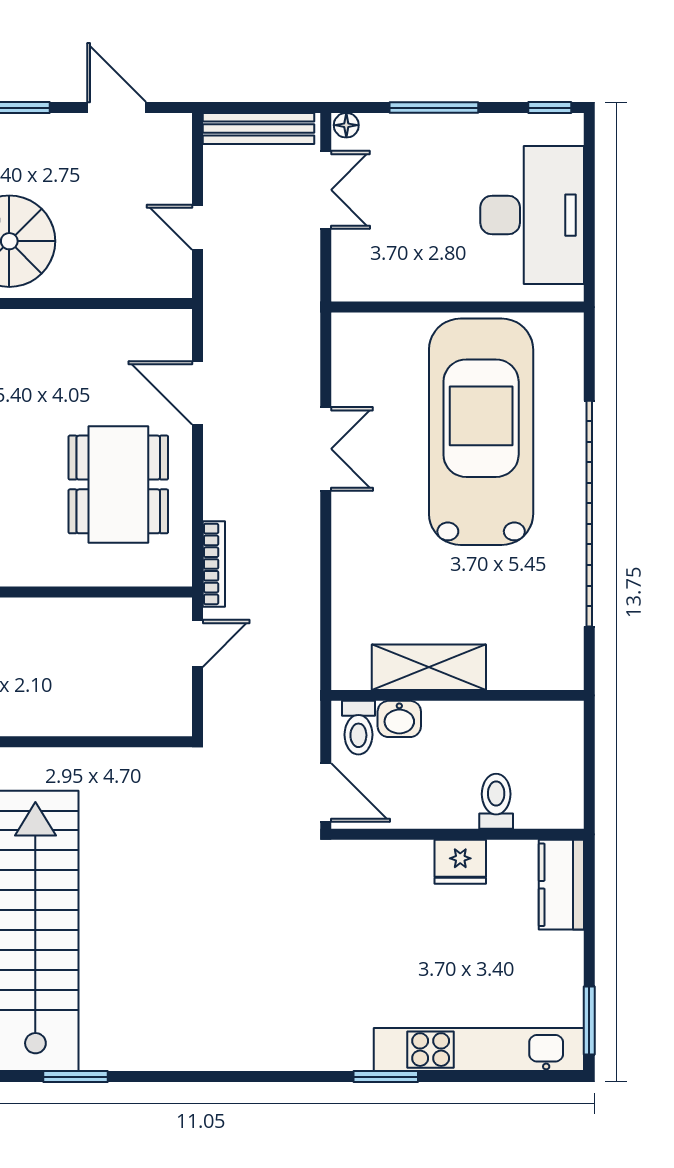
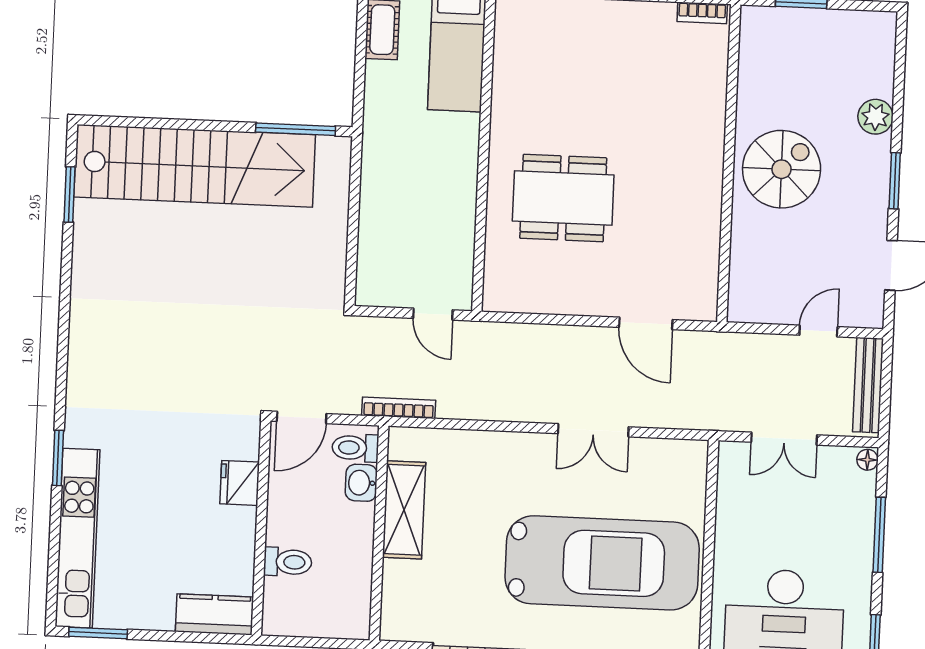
double door: (326, 190) -> (784, 439), moved
door: (197, 227) -> (818, 331), moved
door: (197, 393) -> (646, 323), swing flipped
dining table: (118, 484) -> (563, 198), moved
bookcase: (214, 564) -> (399, 408), moved, turned 180
fridge: (460, 862) -> (240, 483), moved

